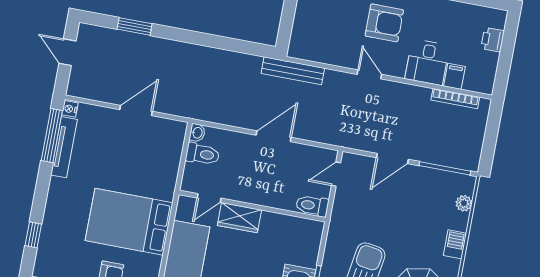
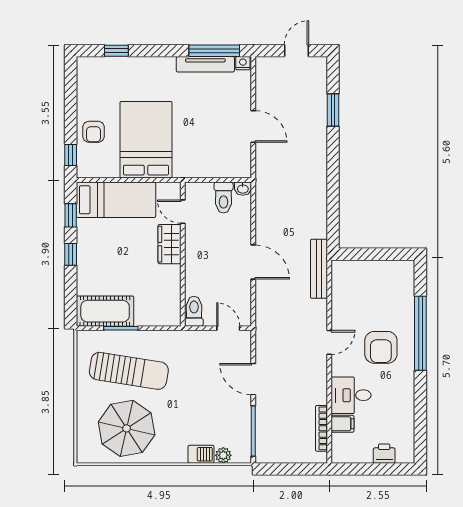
barbecue: (455, 244) -> (201, 454), moved

